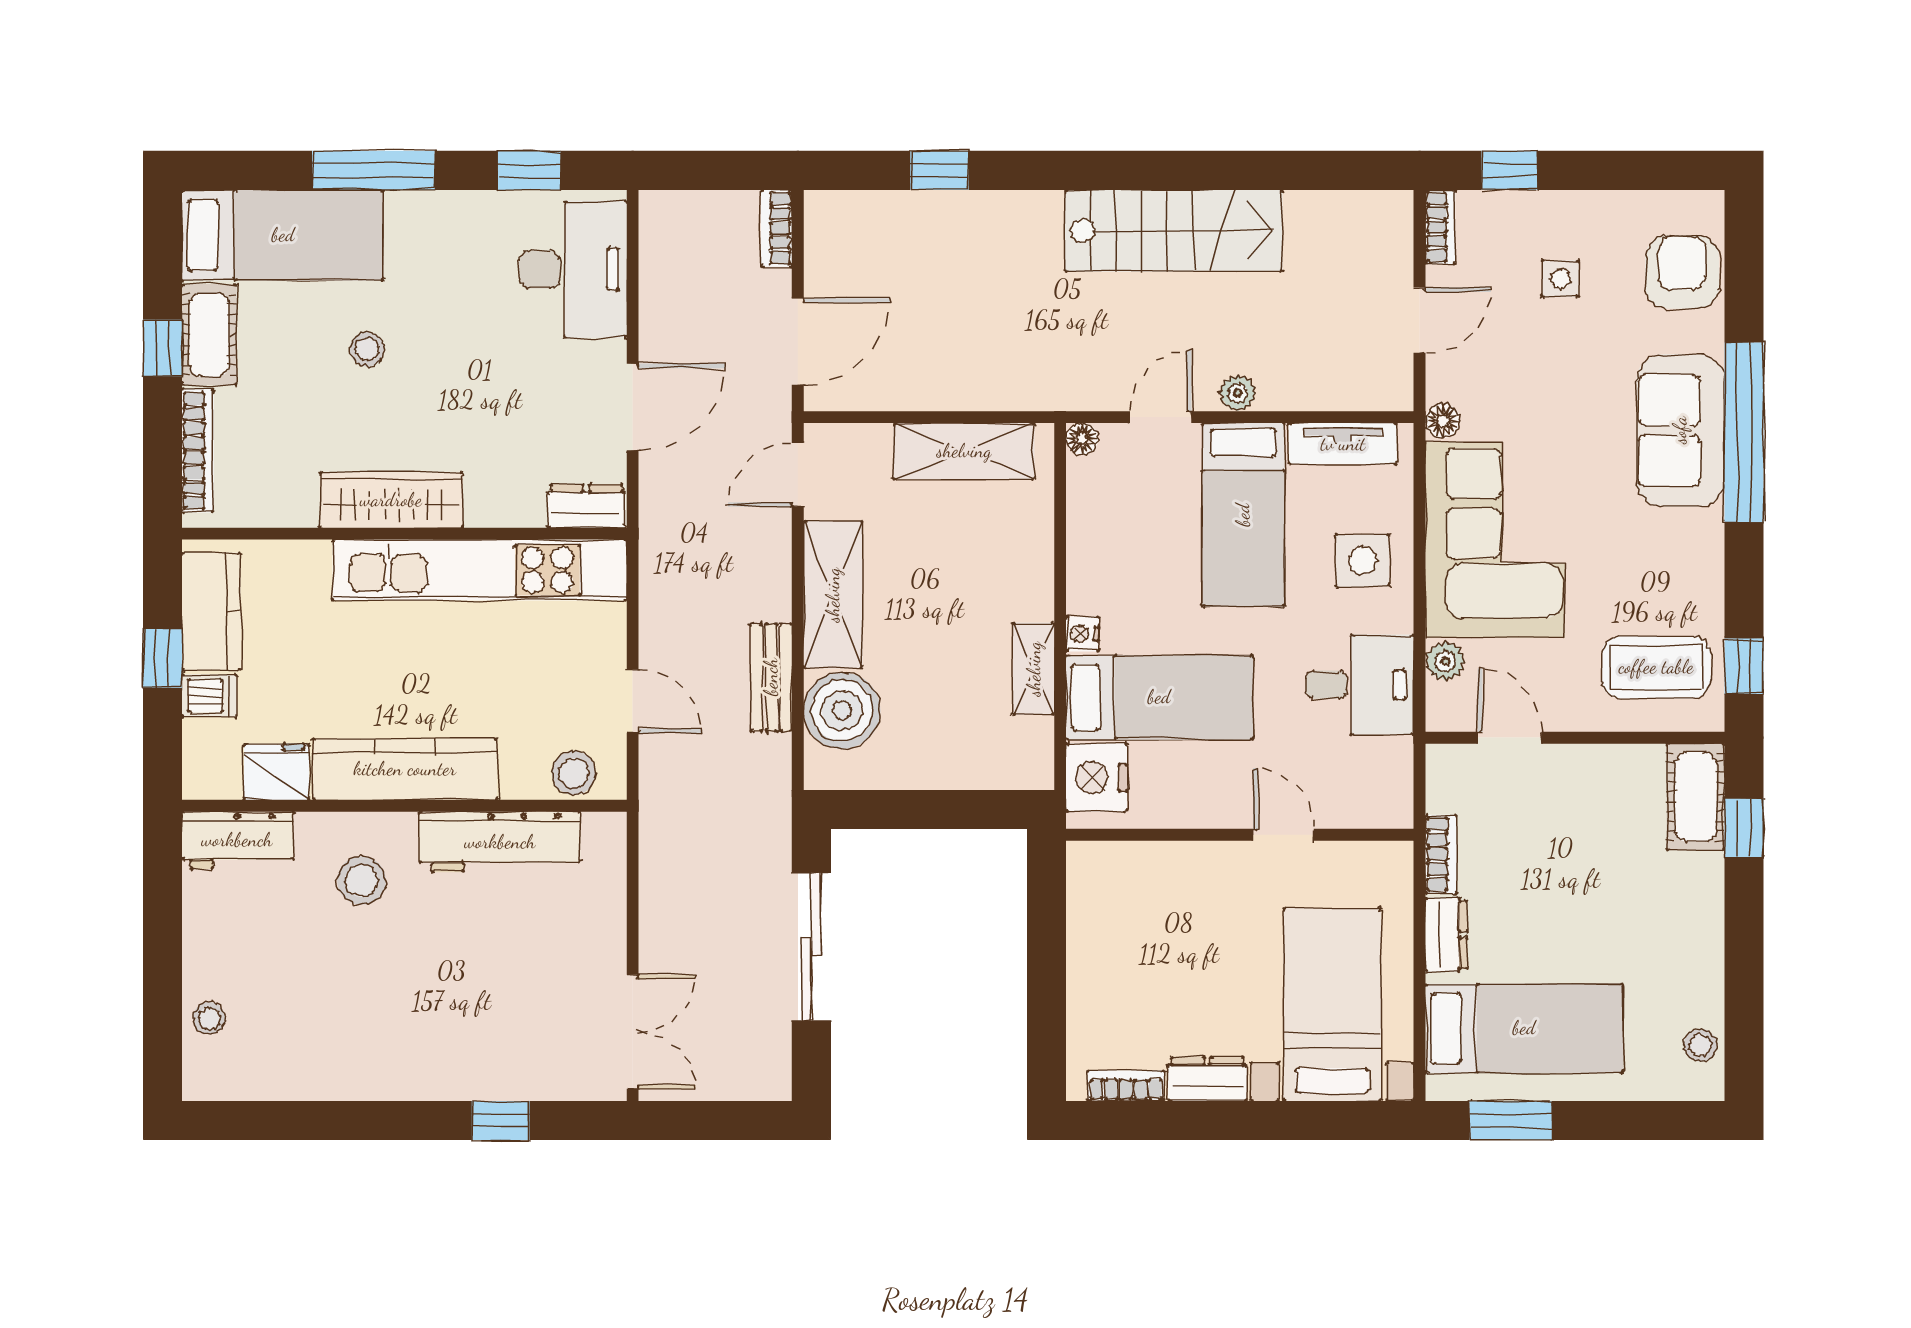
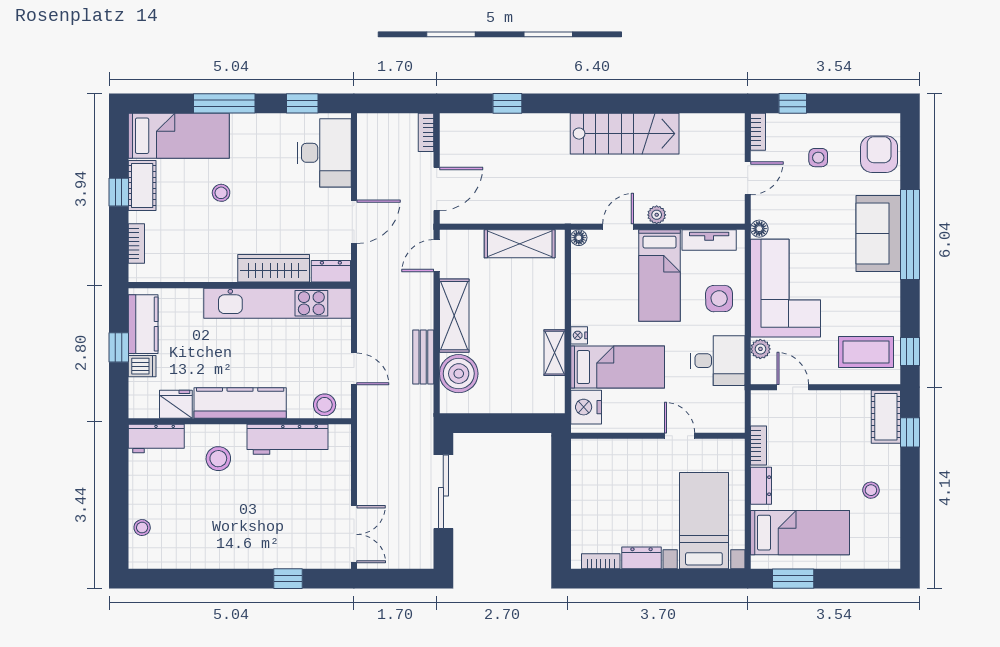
bookcase: (198, 451) -> (136, 244), width x0.64
wardrobe: (391, 500) -> (274, 268), moved
stool: (1700, 1045) -> (871, 490), moved

